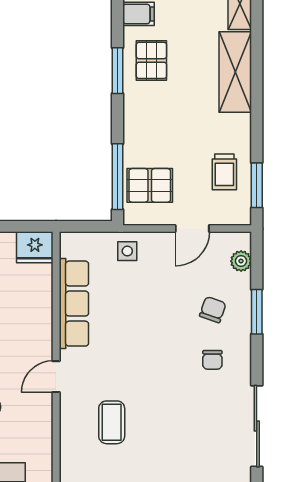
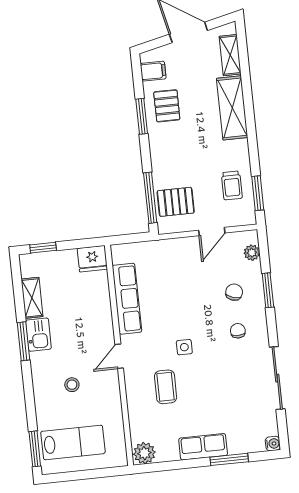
side table: (127, 251) -> (184, 347), moved
chair: (212, 360) -> (238, 331), turned 180

